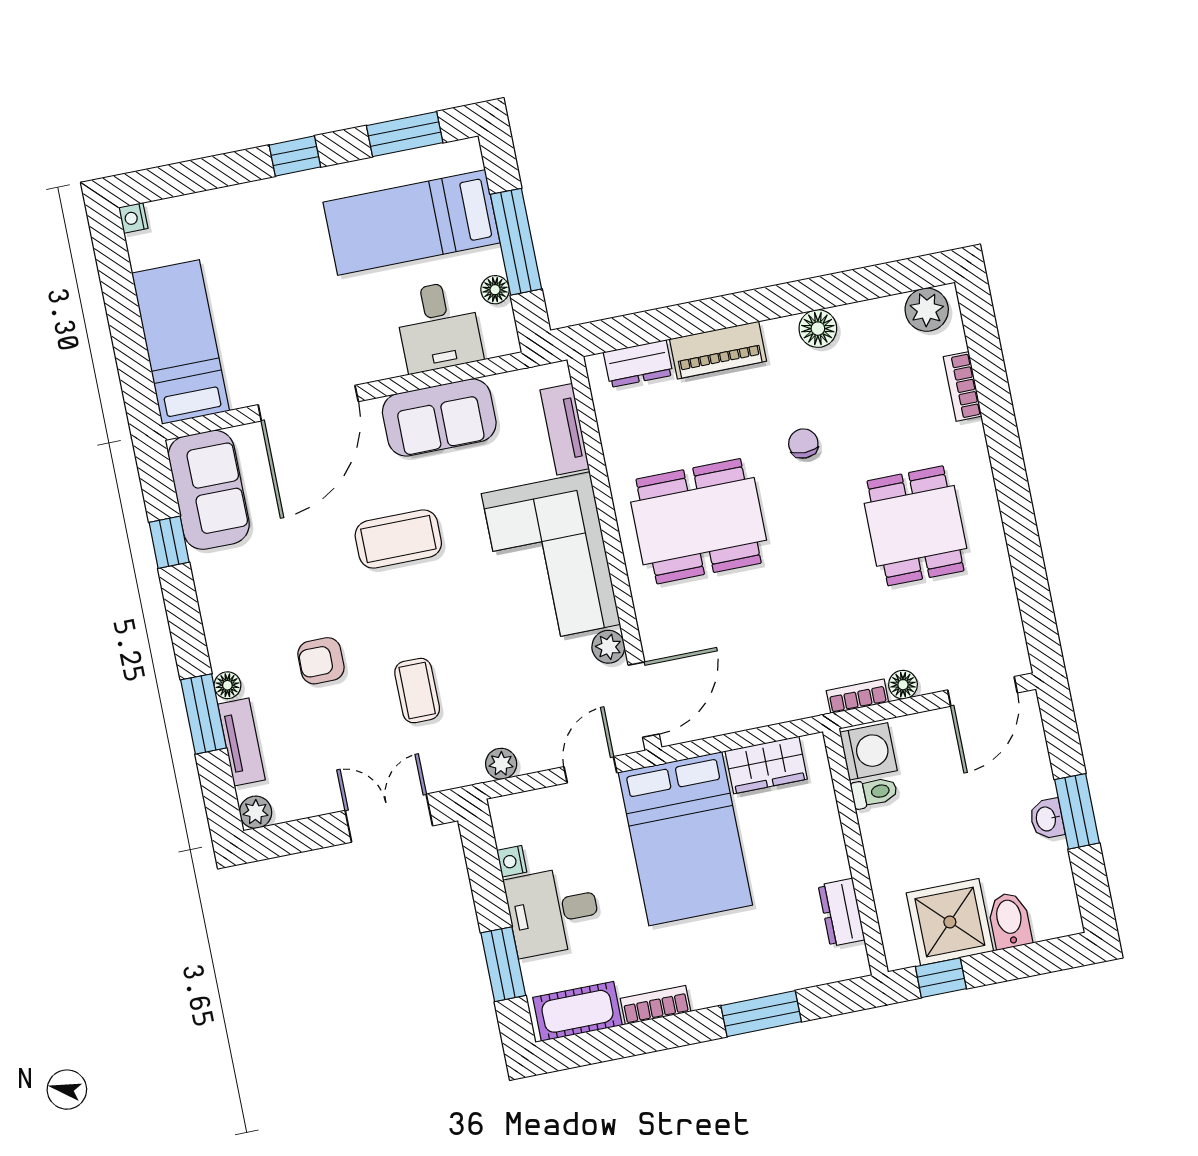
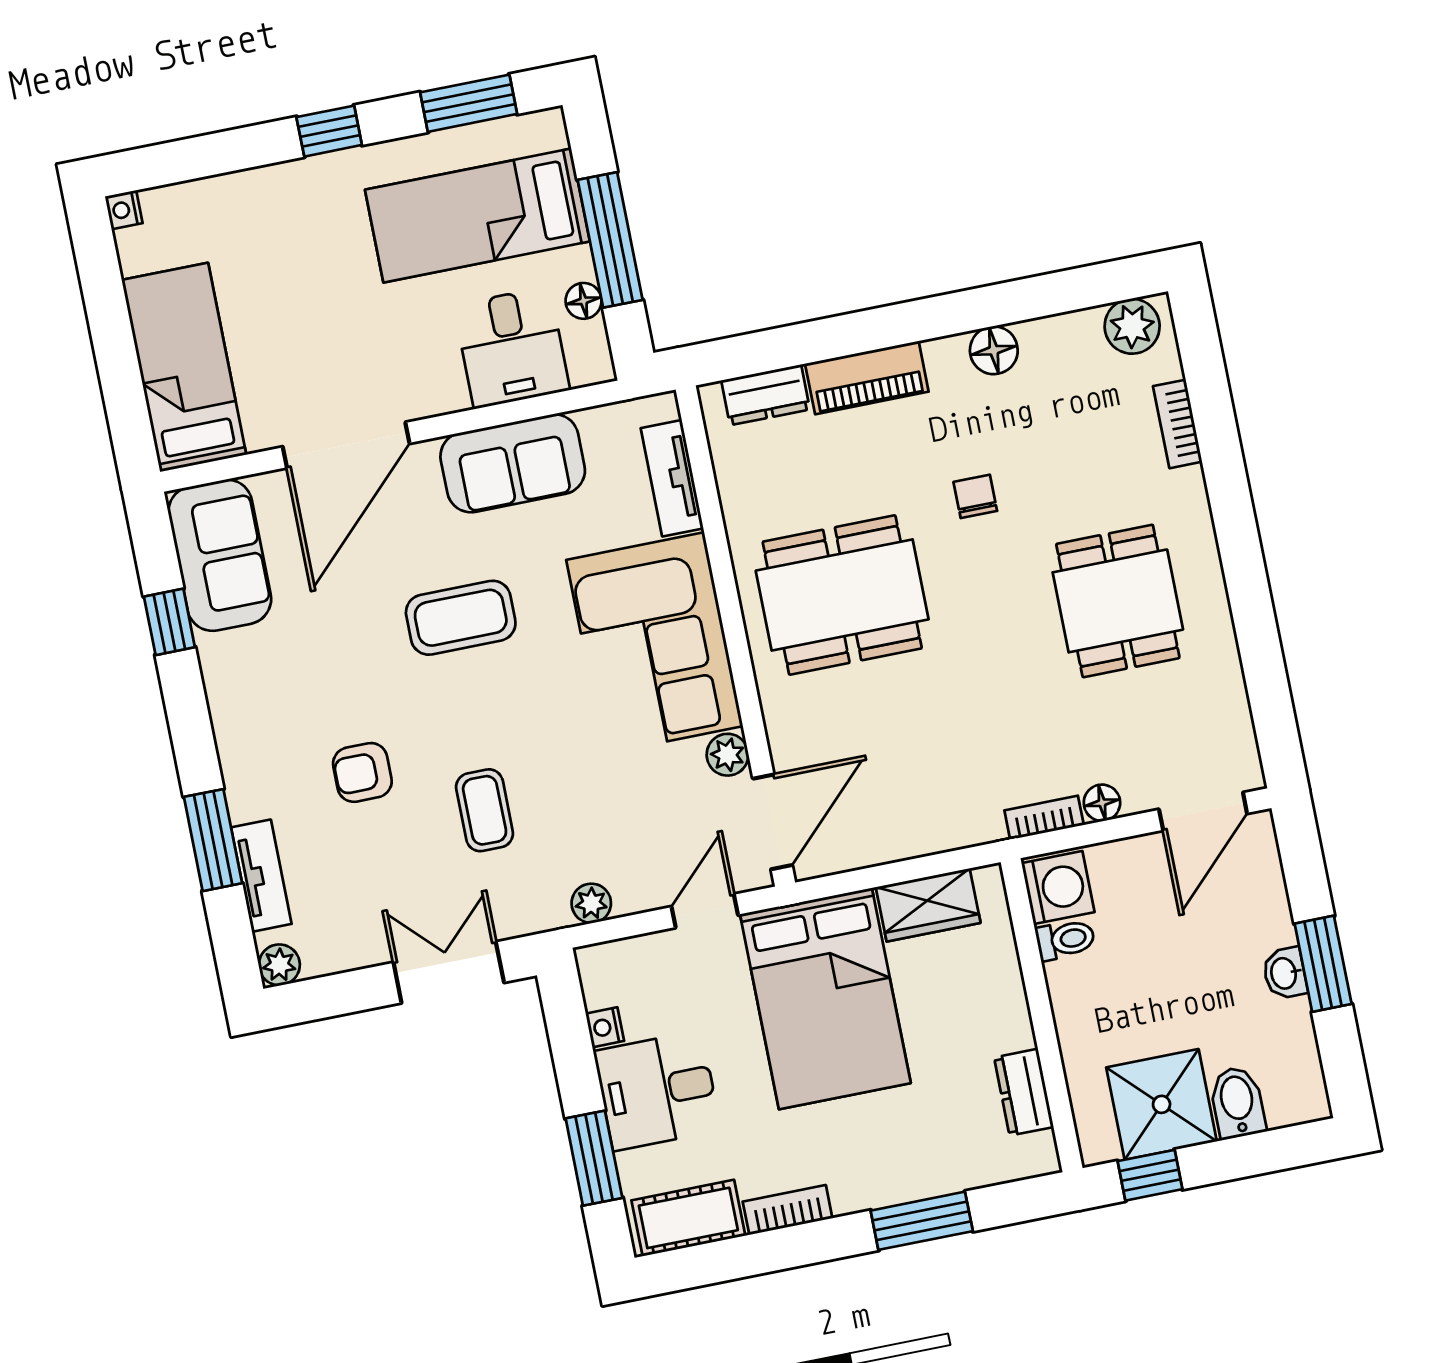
floor lamp: (227, 685) -> (244, 804), removed

